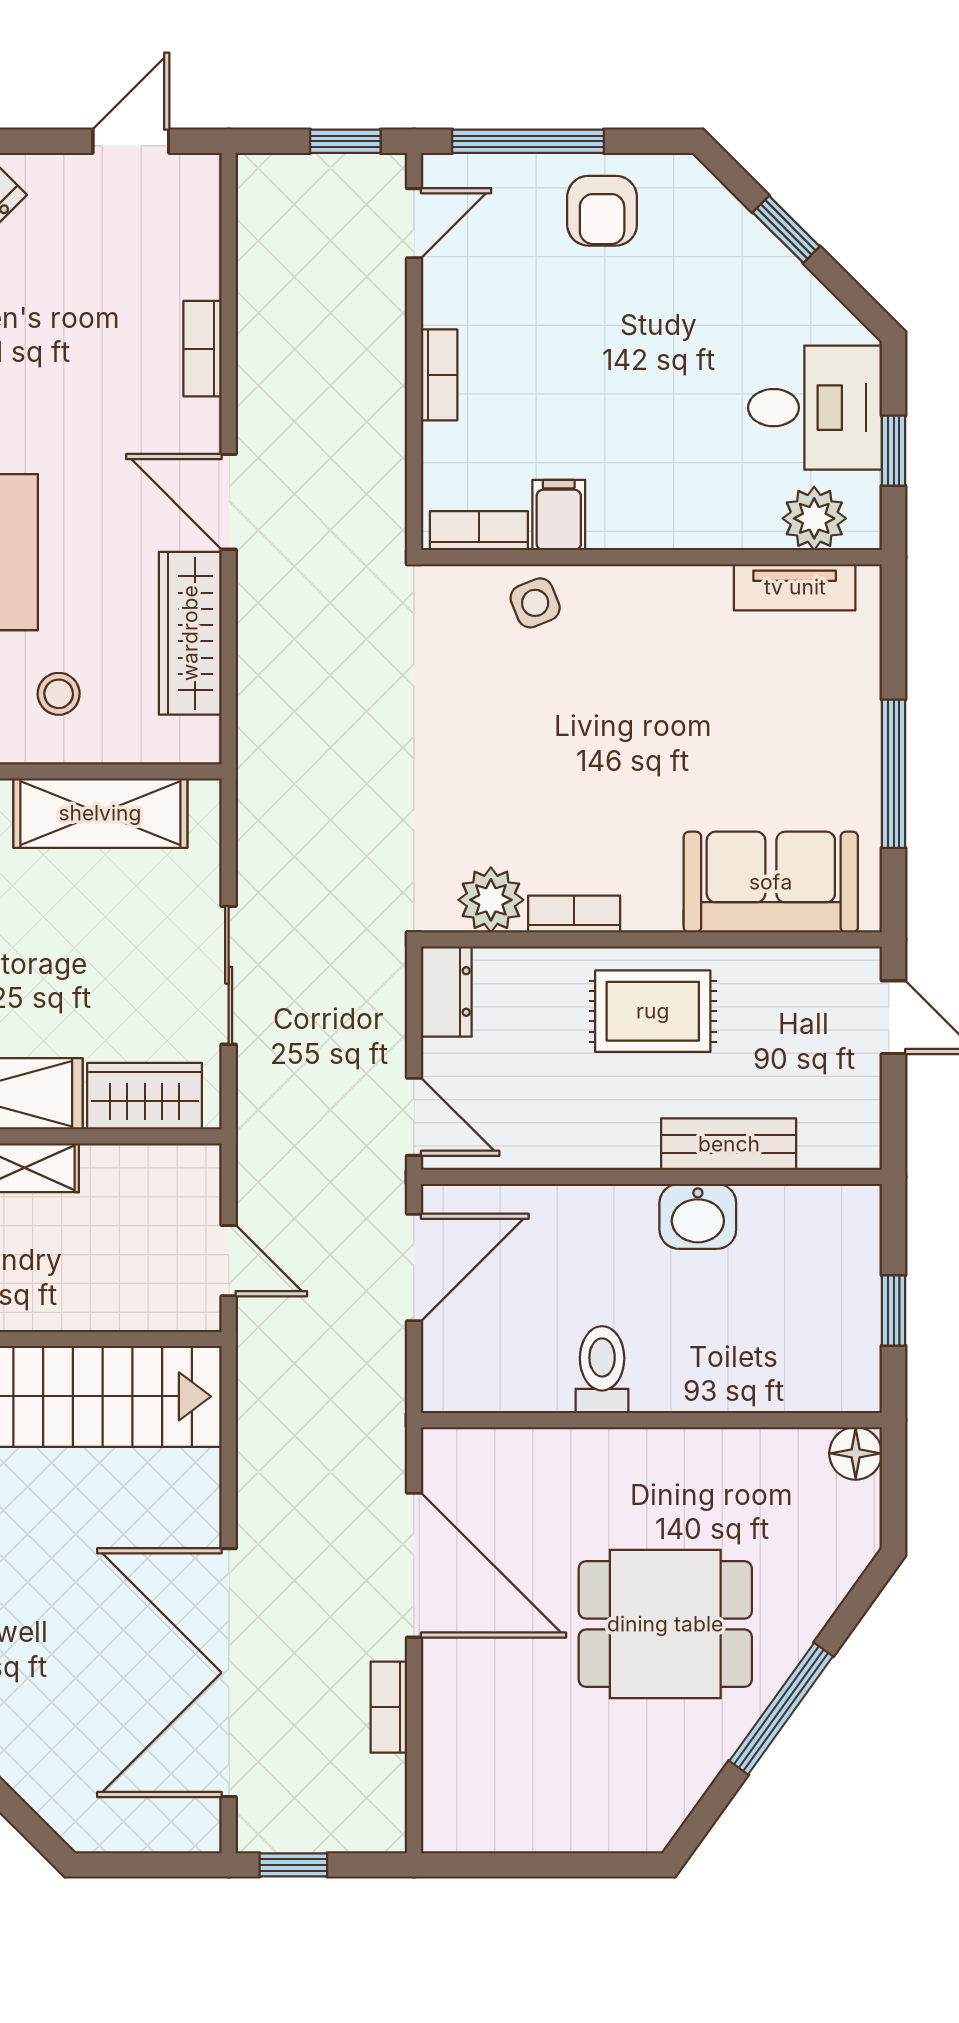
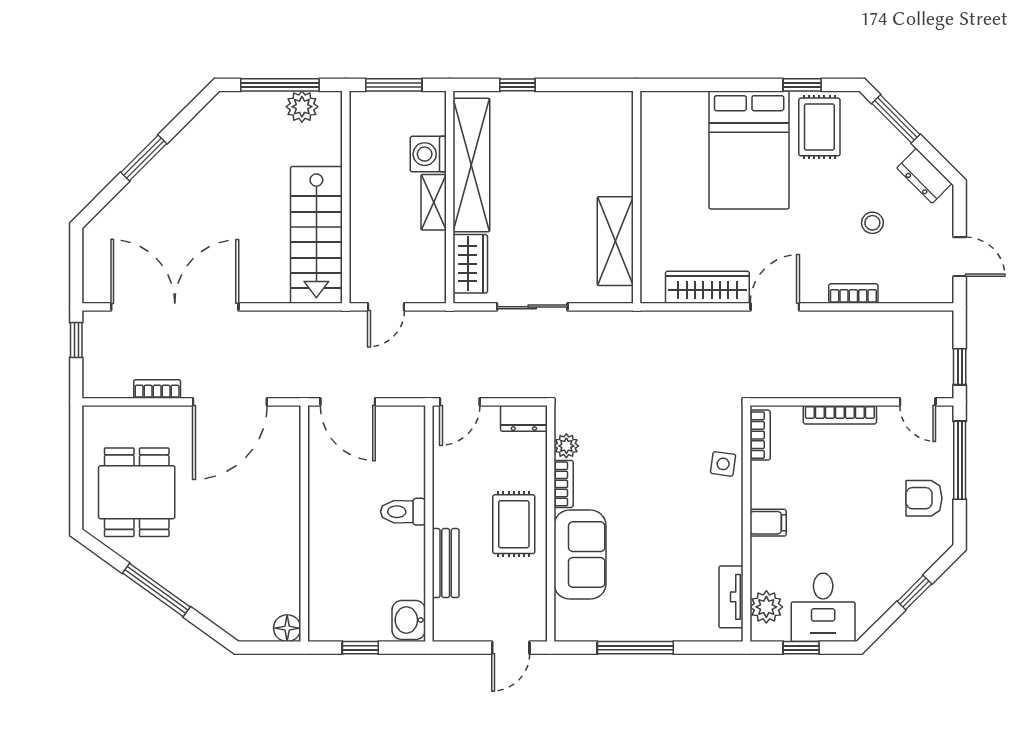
bookcase: (439, 375) -> (840, 415), width x1.56
filing cabinet: (559, 515) -> (768, 523), moved
side table: (535, 603) -> (723, 464), turned 30
stool: (59, 694) -> (872, 223), moved
sofa: (771, 882) -> (580, 555), moved
plant: (491, 900) -> (566, 446), width x0.73, depth x0.73
washbasin: (698, 1216) -> (409, 620), moved
door: (414, 1267) -> (348, 402), moved
toilet: (602, 1370) -> (403, 512), moved, turned 180
dining table: (665, 1624) -> (137, 492), moved

